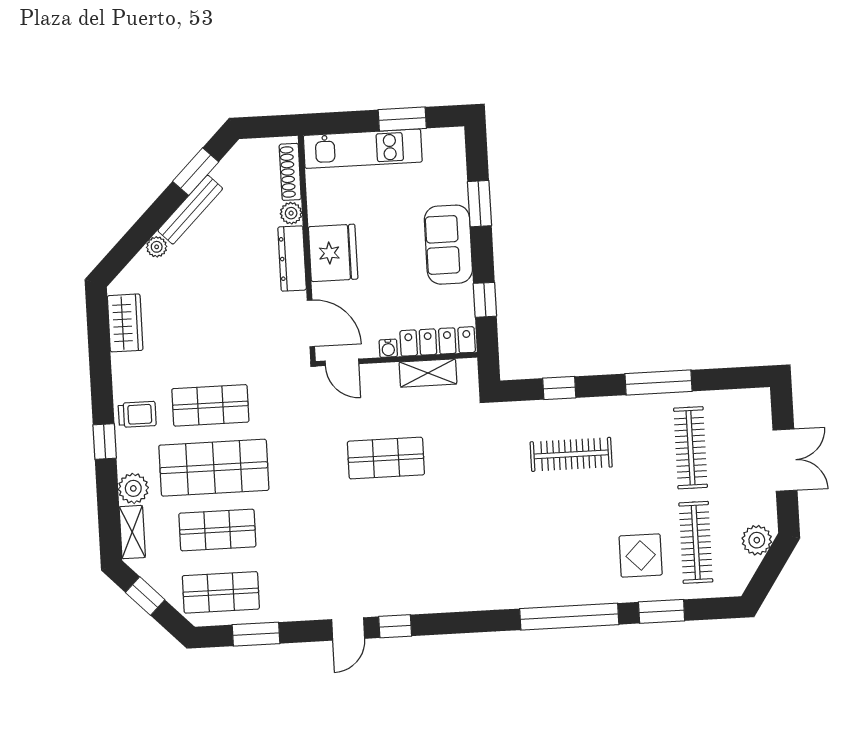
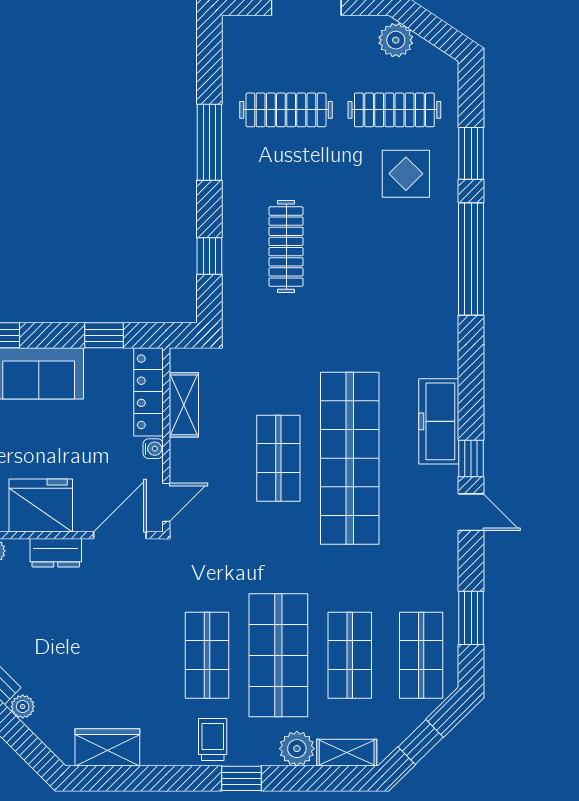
dresser: (292, 258) -> (56, 553), width x0.70
shop shelf: (389, 520) -> (350, 458), added
freezer: (426, 596) -> (439, 421), added

